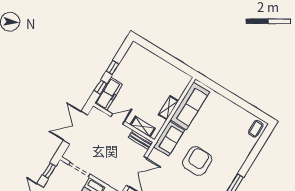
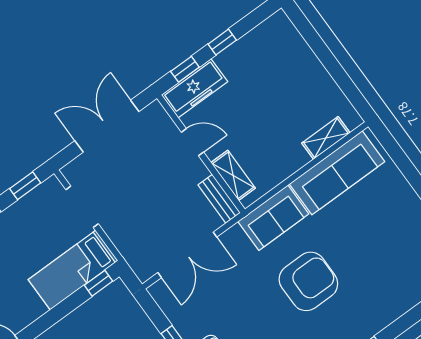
shelving: (168, 108) -> (326, 138), moved

